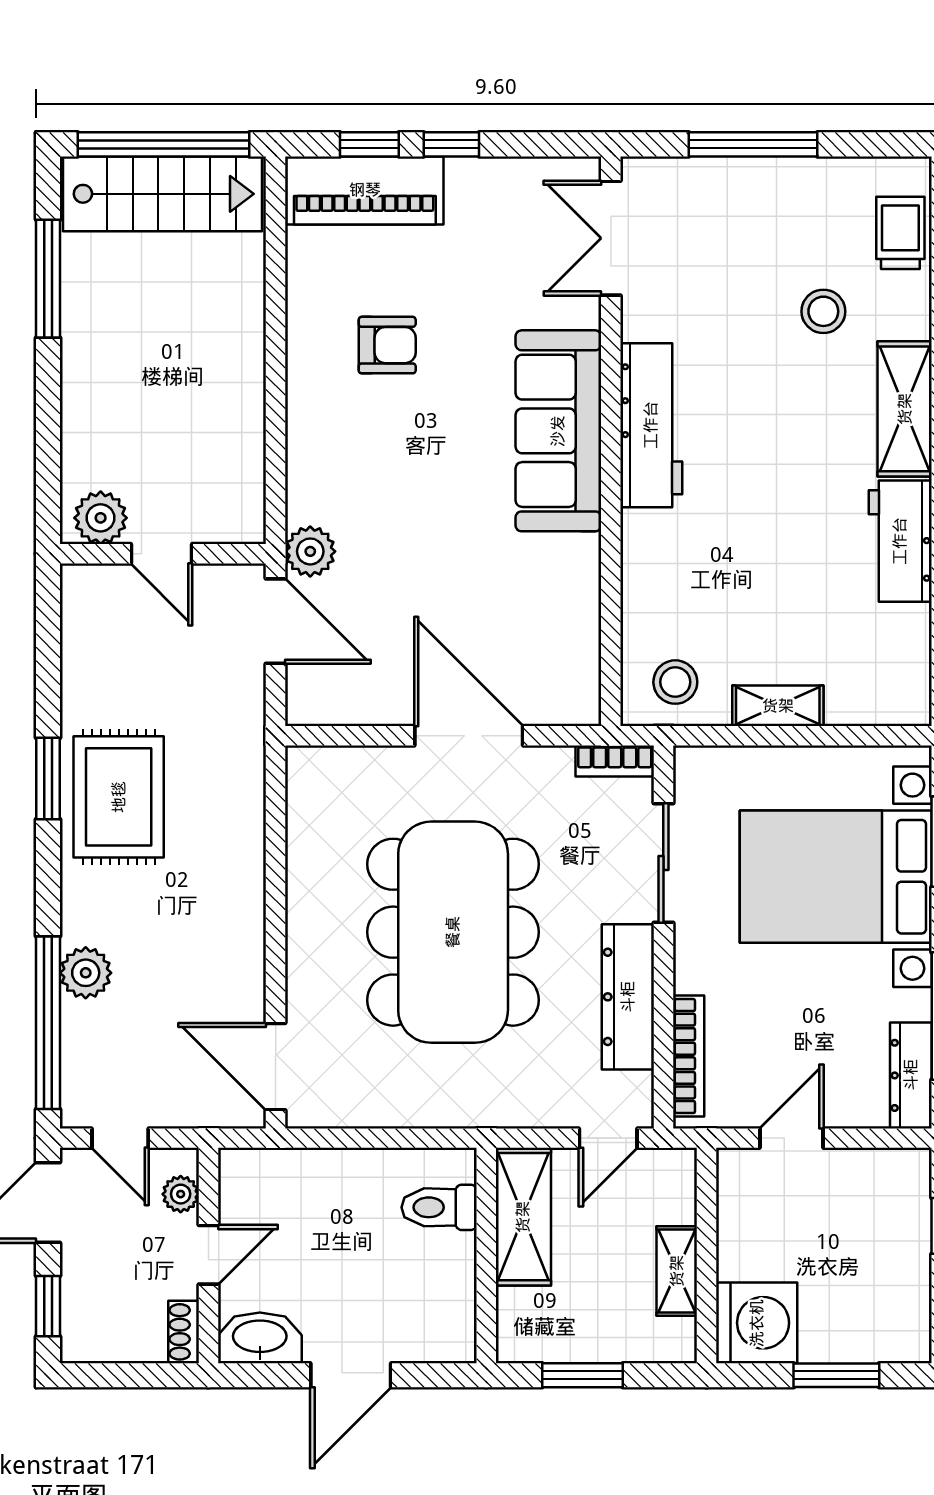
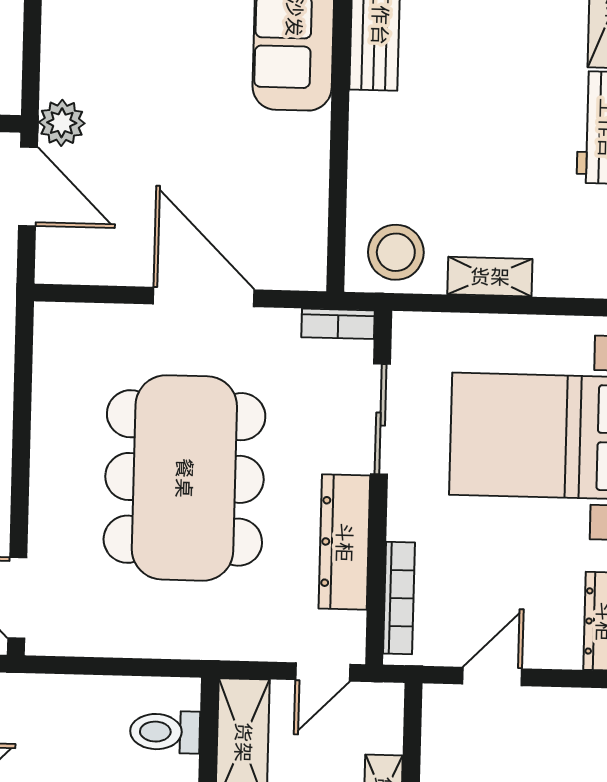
stool: (675, 682) -> (396, 252), width x1.38, depth x1.38

